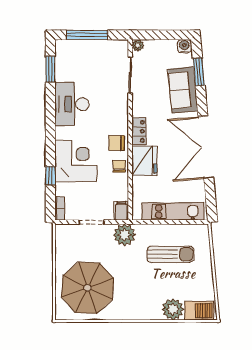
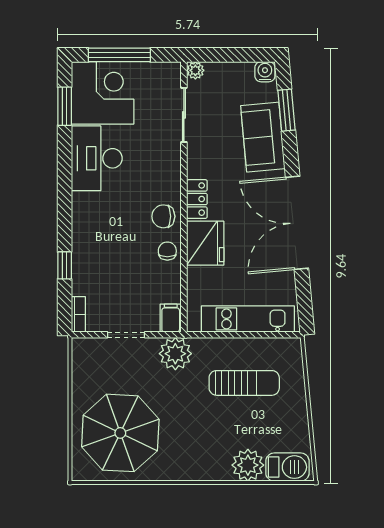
corner desk: (76, 161) -> (103, 93), moved

